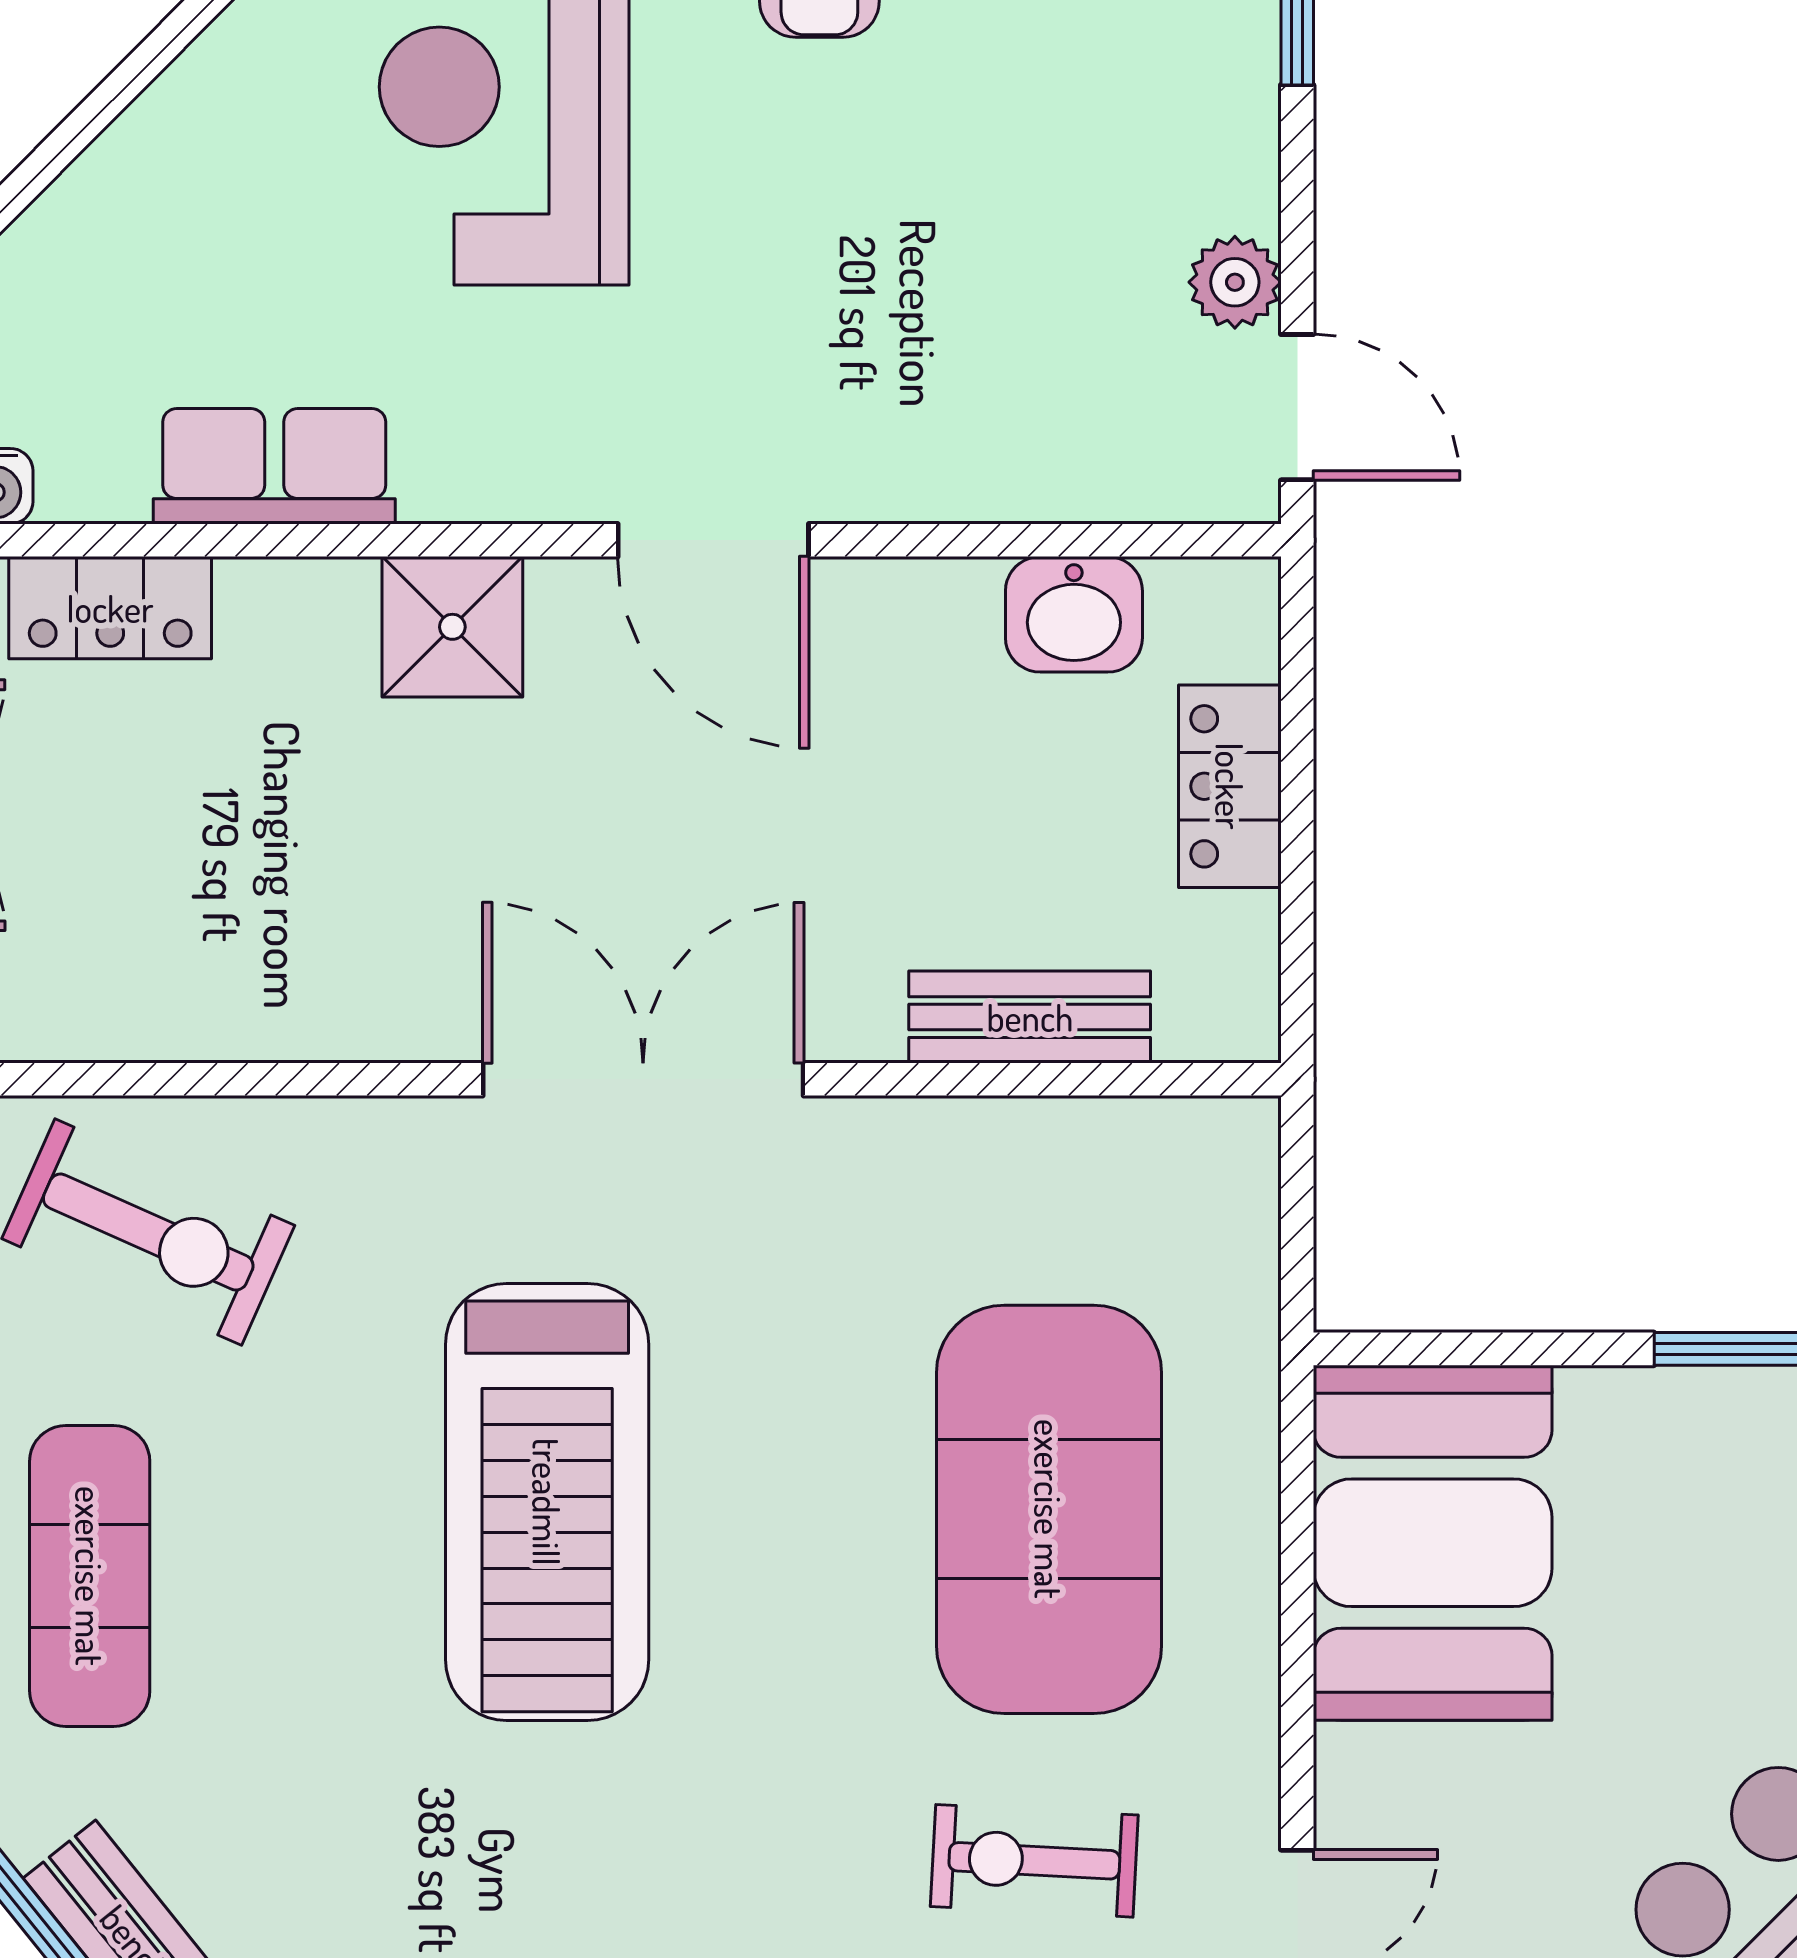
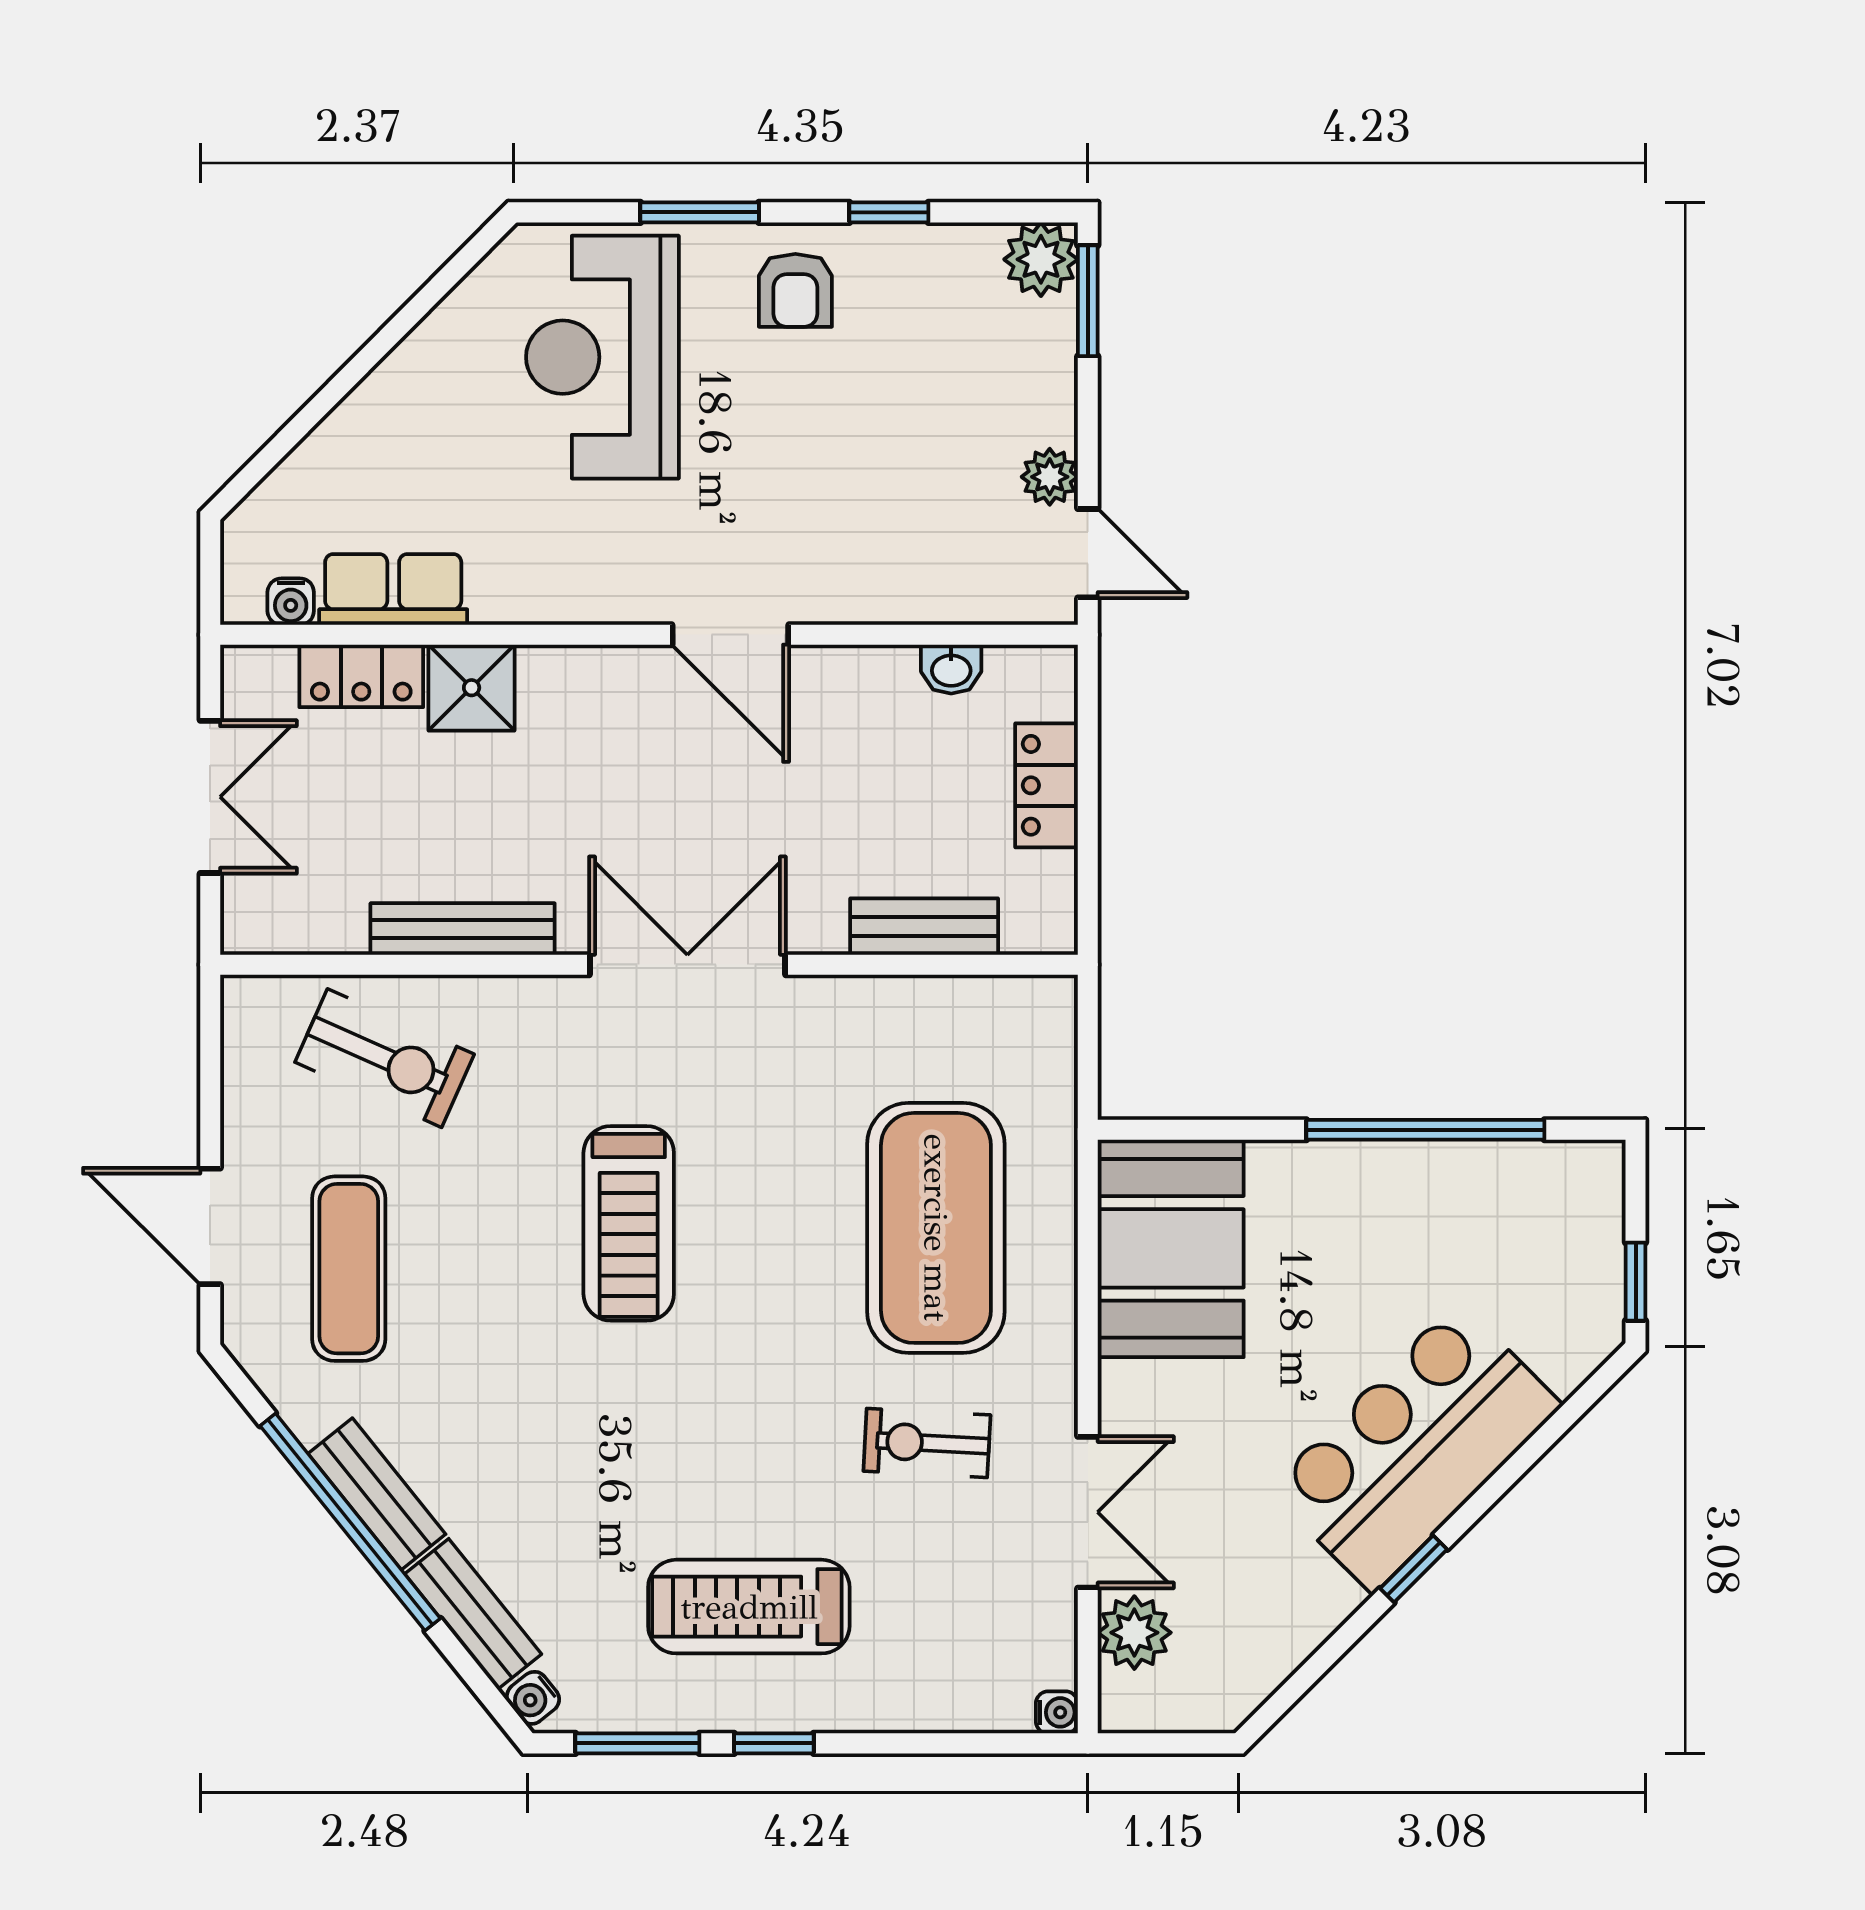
row of seats: (274, 466) -> (393, 589), moved
washbasin: (1074, 614) -> (951, 669), width x0.72, depth x0.69
shower: (452, 627) -> (472, 688), moved
bench: (276, 1021) -> (463, 929), added
treadmill: (547, 1502) -> (629, 1223), width x0.73, depth x0.73

